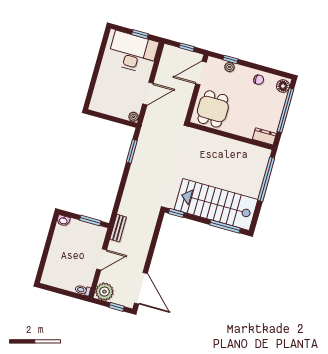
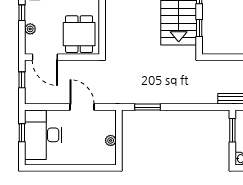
window: (230, 59) -> (22, 13), moved
dining table: (213, 109) -> (79, 34), turned 90
plant: (134, 117) -> (111, 140), moved
window: (176, 213) -> (199, 28), moved

